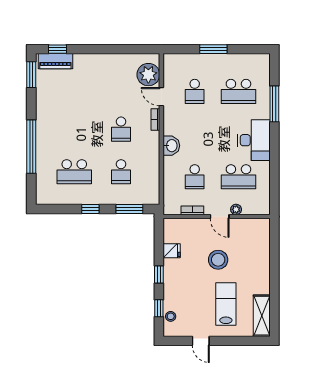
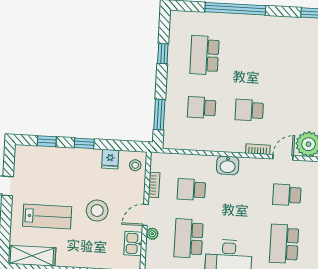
window: (90, 209) -> (163, 54), moved
kitchen sink: (246, 226) -> (133, 243), added
stool: (171, 316) -> (135, 165), moved

